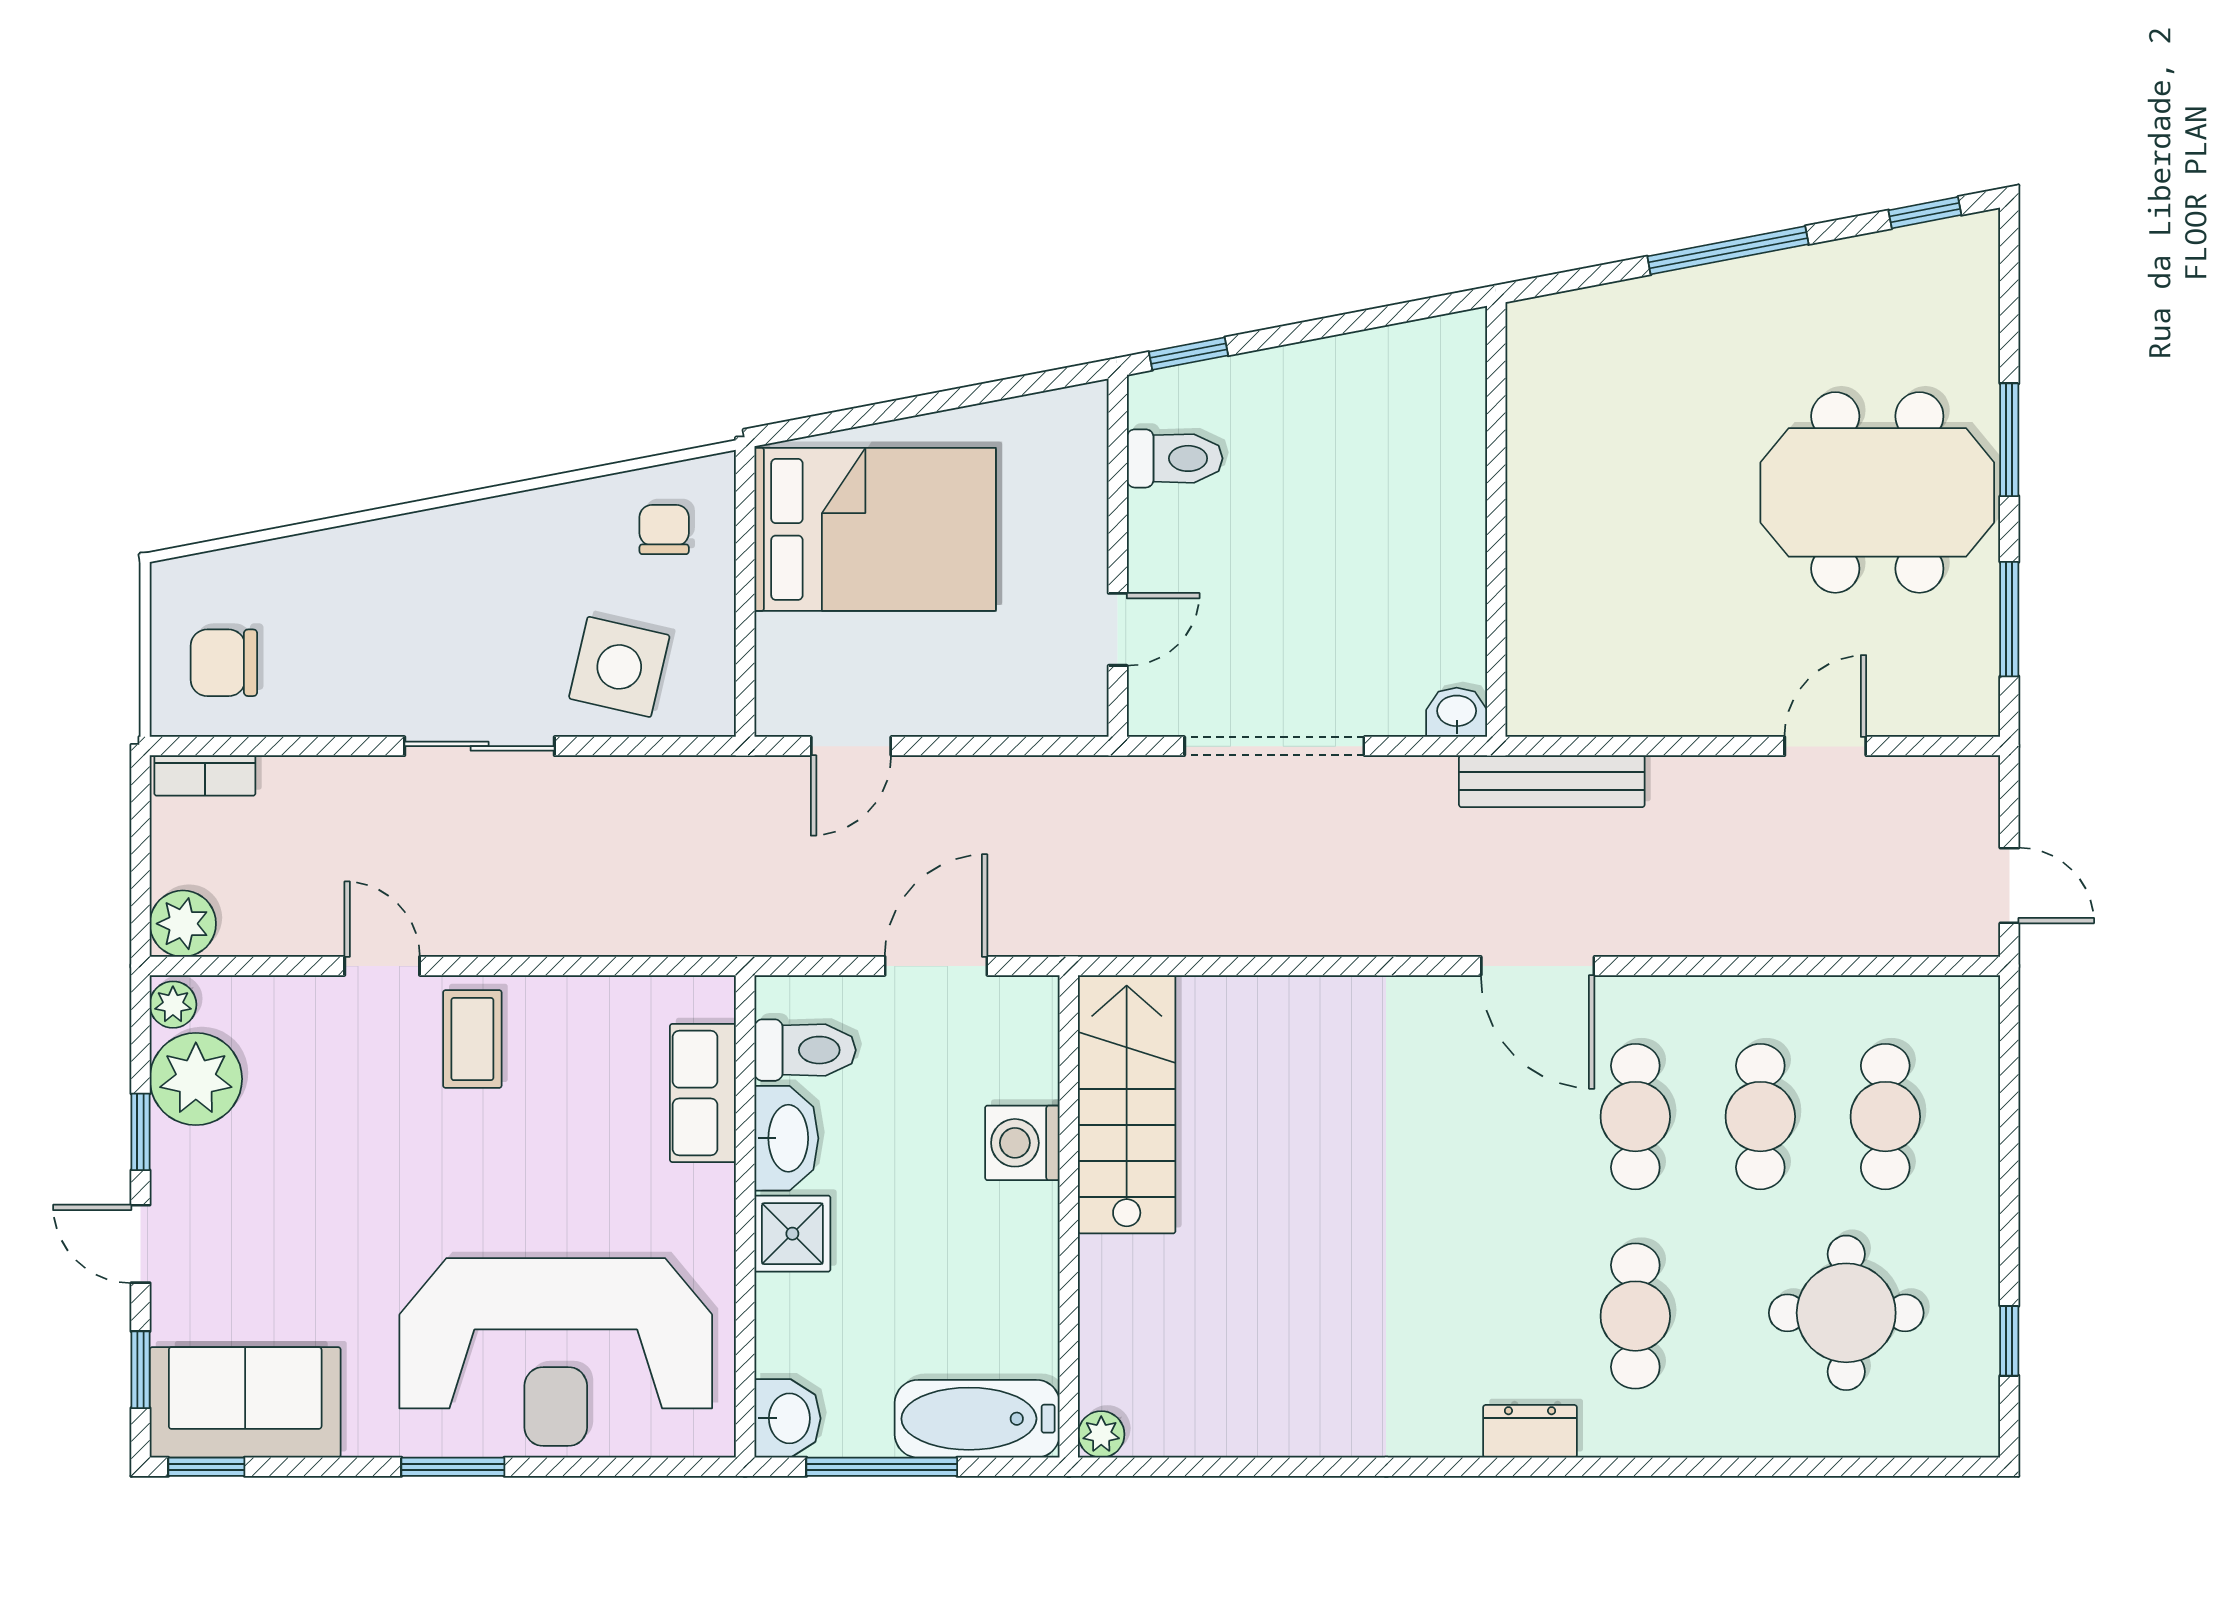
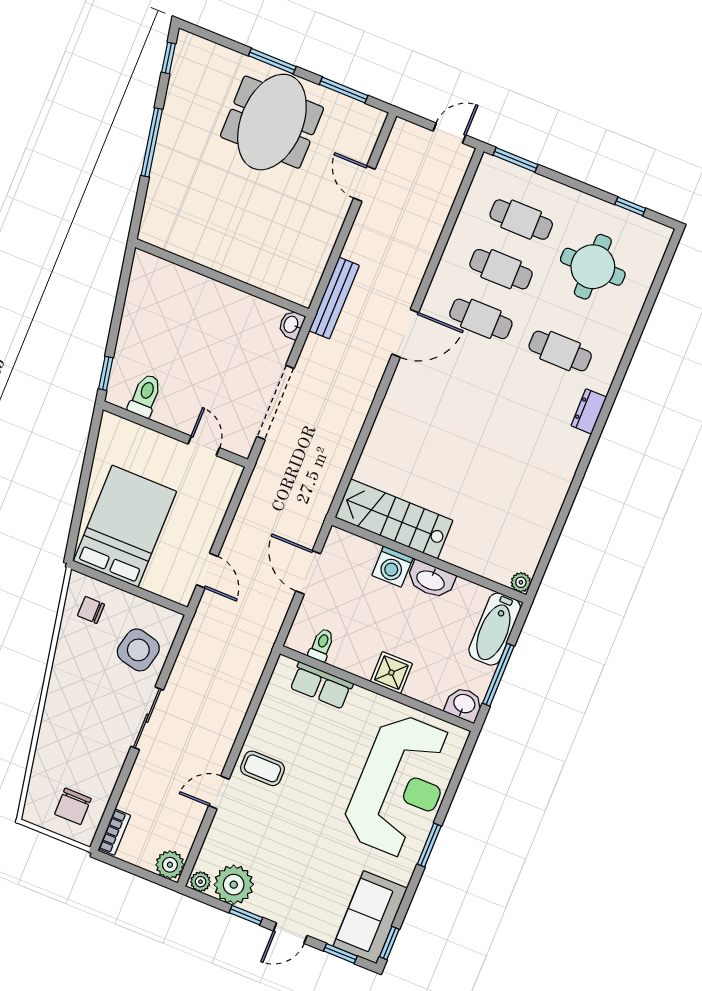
toilet: (805, 1050) -> (322, 645), width x0.73, depth x0.72
window: (2009, 1052) -> (516, 160), added
washbasin: (786, 1138) -> (431, 580), moved, turned 180

